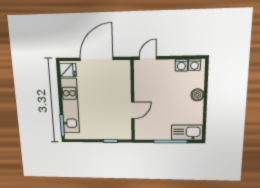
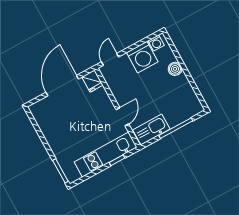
washing machine: (181, 65) -> (142, 57), width x1.89, depth x1.89
fridge: (68, 70) -> (92, 81), moved, turned 90
kitchen unit: (70, 106) -> (106, 155), moved, turned -90
kitchen sink: (187, 133) -> (151, 129), moved

